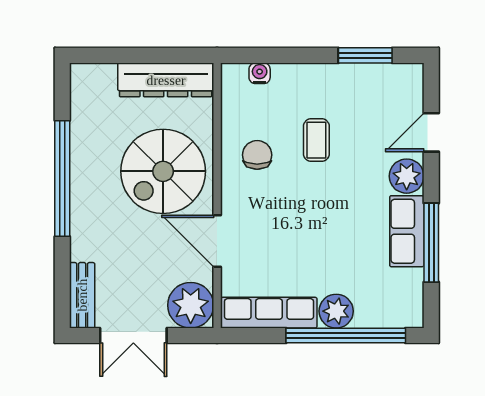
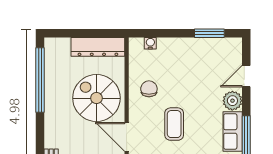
coffee table: (316, 140) -> (174, 124), moved, width x1.36, depth x1.30
spiral stairs: (163, 171) -> (96, 98), turned 90
window: (62, 178) -> (40, 80), moved

